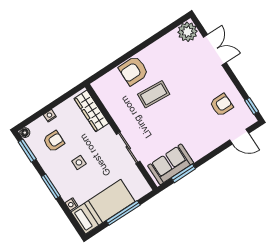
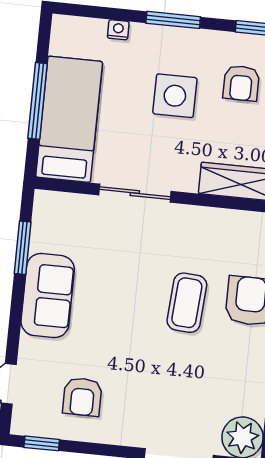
side table: (79, 162) -> (175, 96), width x1.87, depth x1.87
sofa: (171, 164) -> (48, 296), moved
bed: (103, 207) -> (69, 119), moved, turned 180

